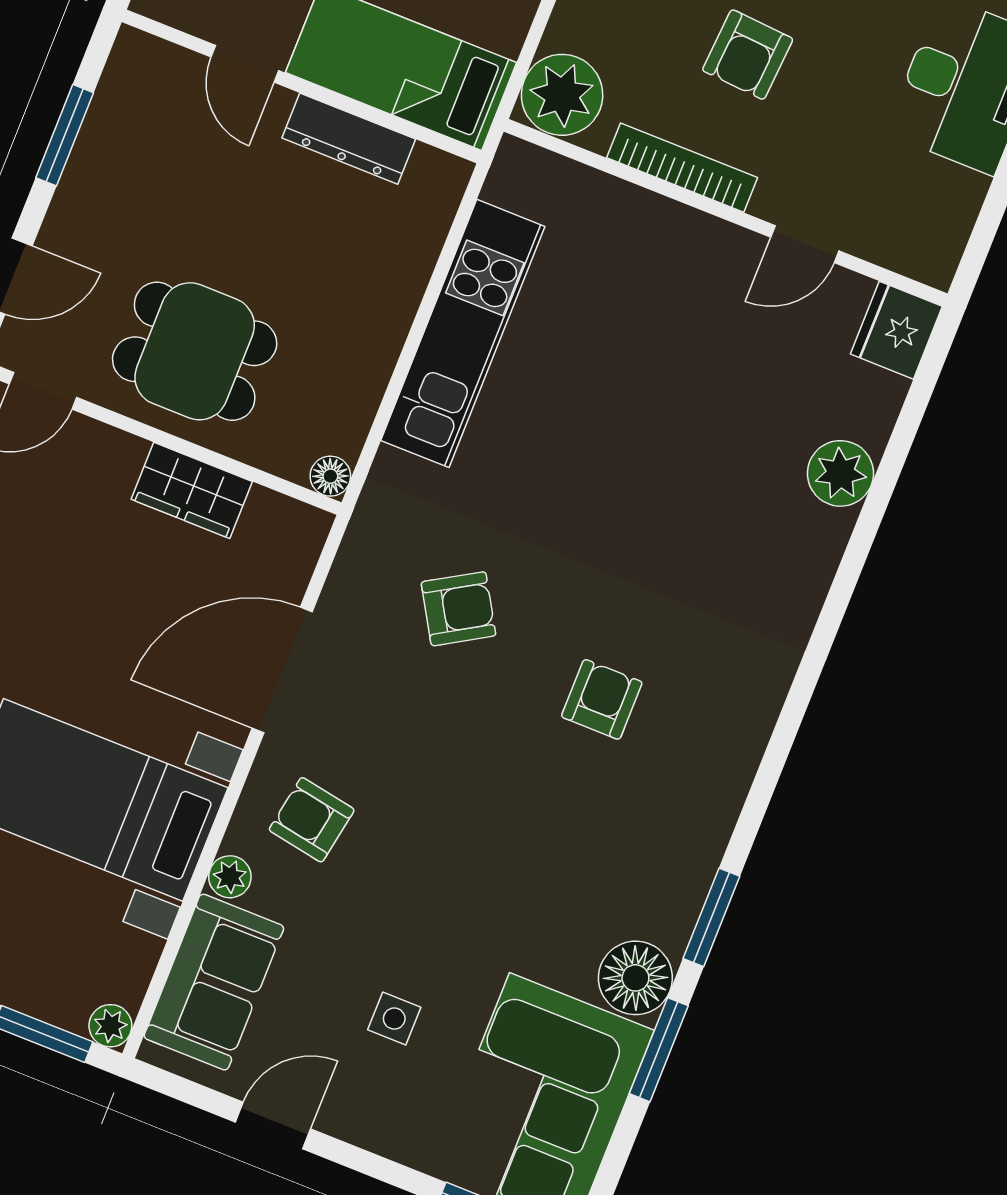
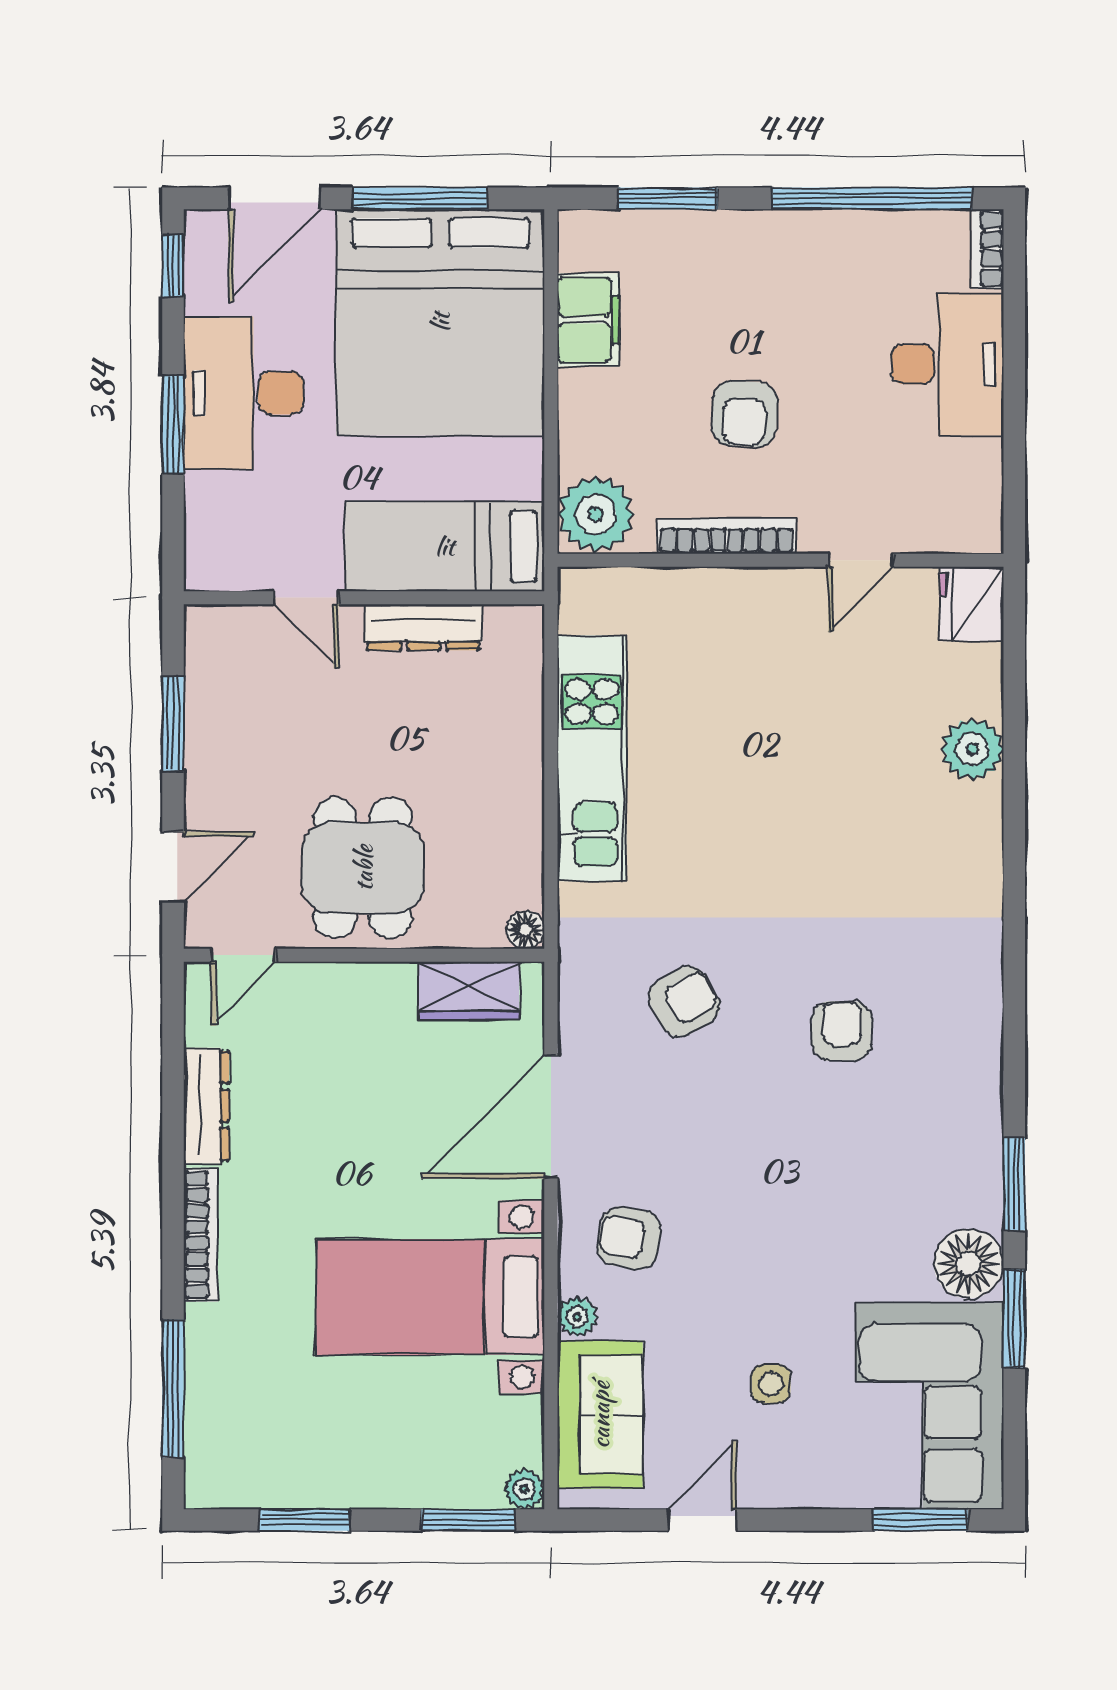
dining table: (195, 351) -> (363, 868), turned 90
wardrobe: (192, 490) -> (469, 991), moved

